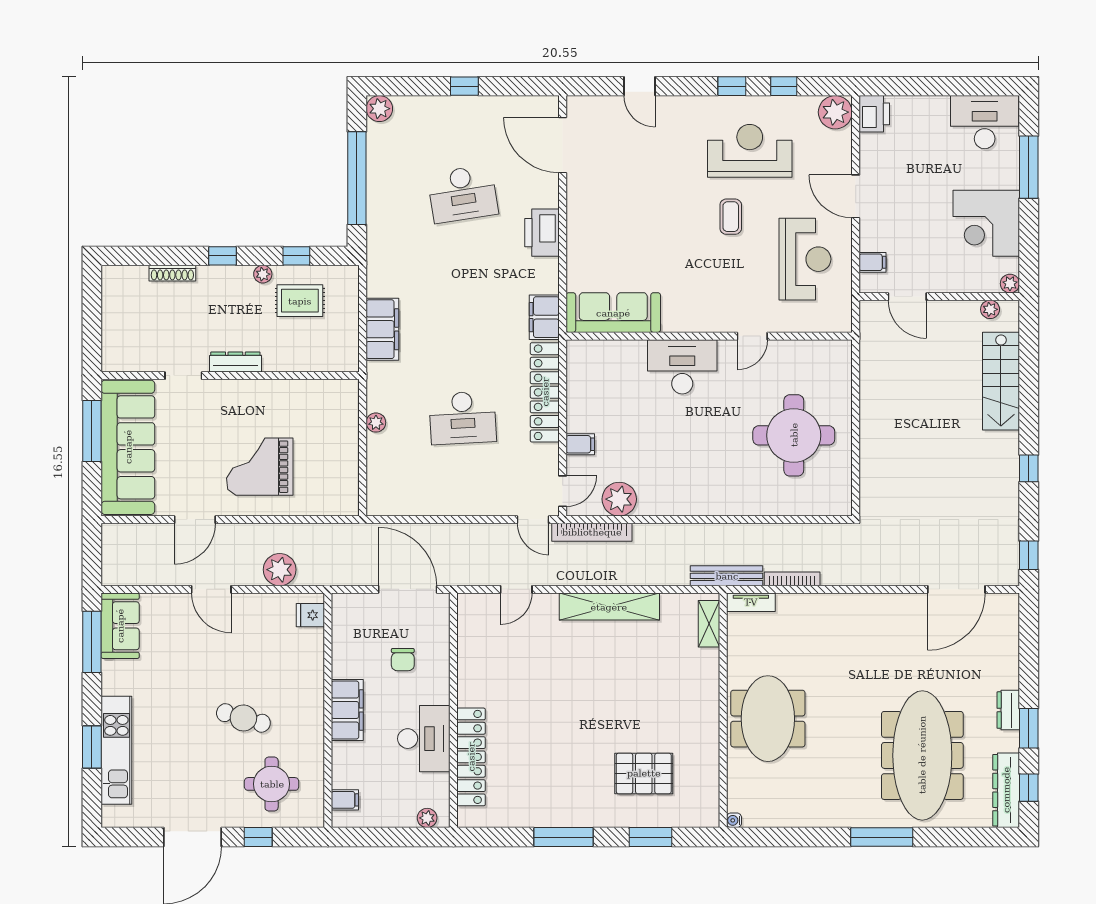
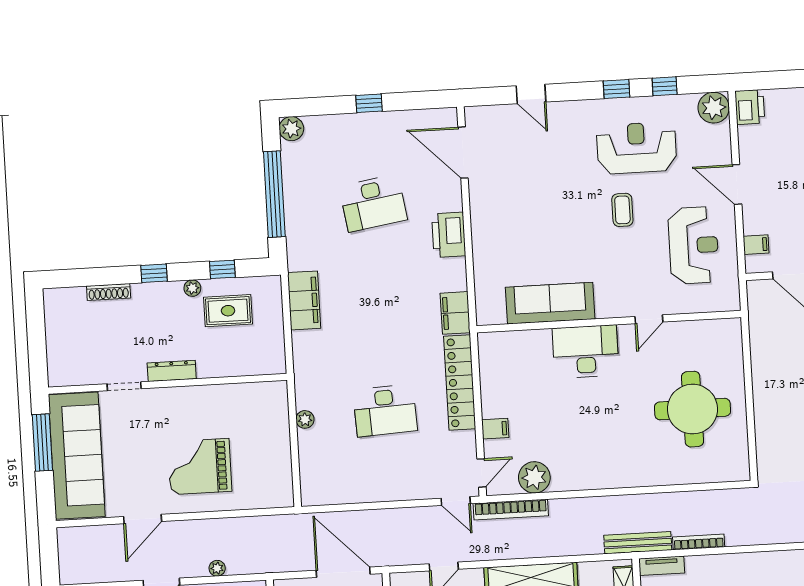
sofa: (613, 313) -> (550, 303), moved
filing cabinet: (382, 329) -> (304, 300), moved
plant: (280, 570) -> (217, 568), width x0.53, depth x0.53

